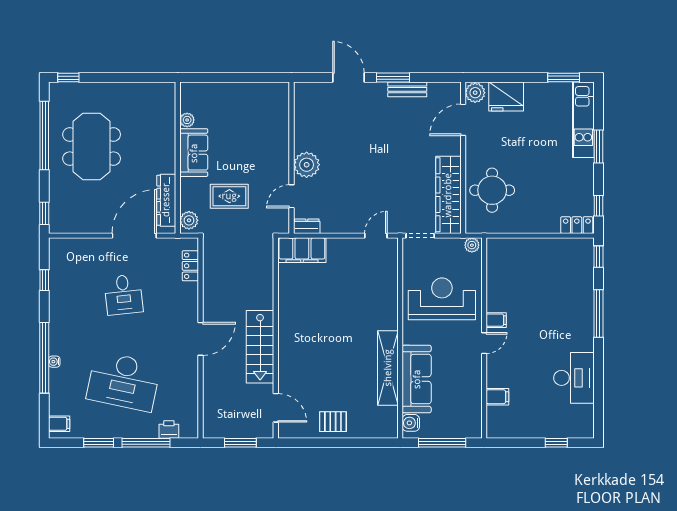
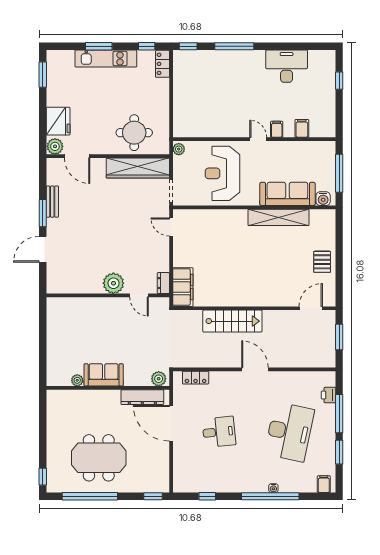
kitchen unit: (583, 120) -> (106, 59), moved
rug: (229, 196) -> (139, 346), removed
filing cabinet: (496, 320) -> (277, 129), moved
stairs: (260, 347) -> (232, 321), moved

